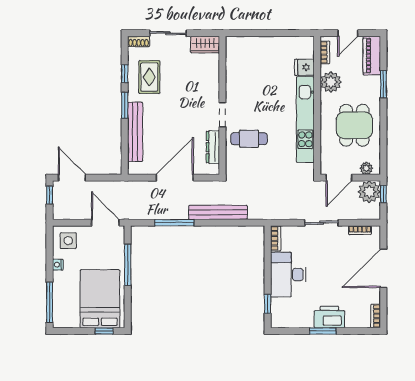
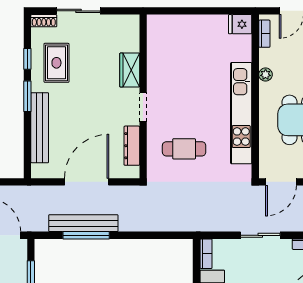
wardrobe: (205, 45) -> (130, 70), moved, turned 90
fridge: (304, 67) -> (240, 24), moved
plant: (331, 82) -> (266, 75), width x0.53, depth x0.53
cafe table: (249, 139) -> (184, 149), moved
bench: (218, 212) -> (83, 223), moved

